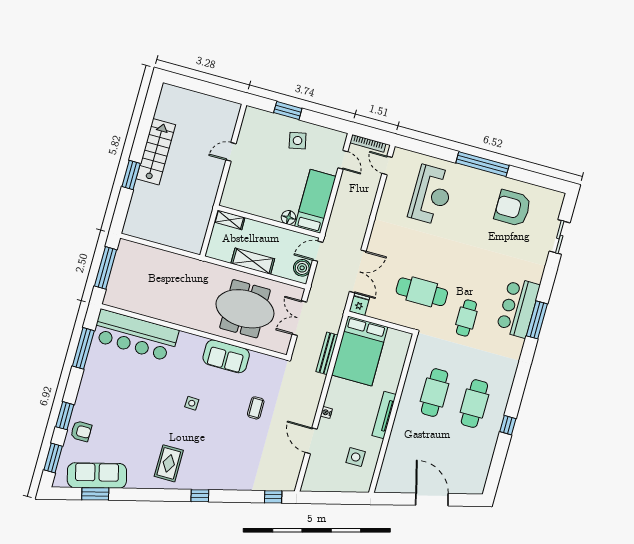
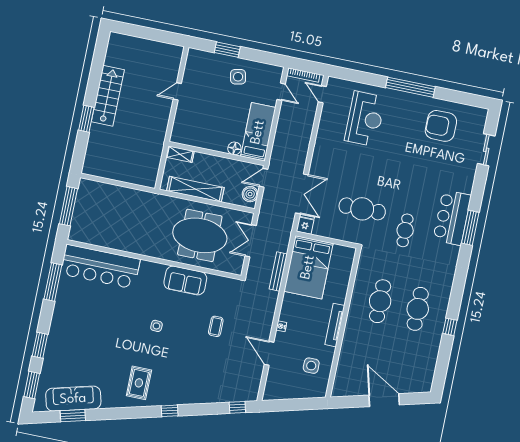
shelving: (253, 261) -> (195, 189), width x1.47
armchair: (81, 431) -> (56, 359), removed

